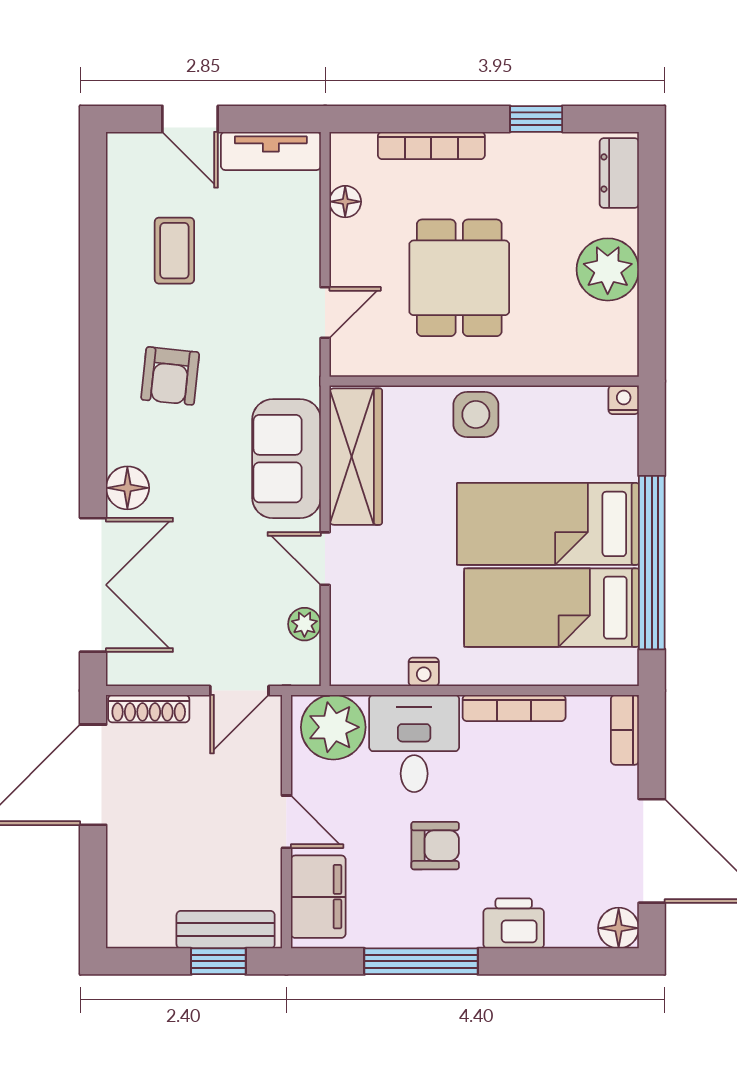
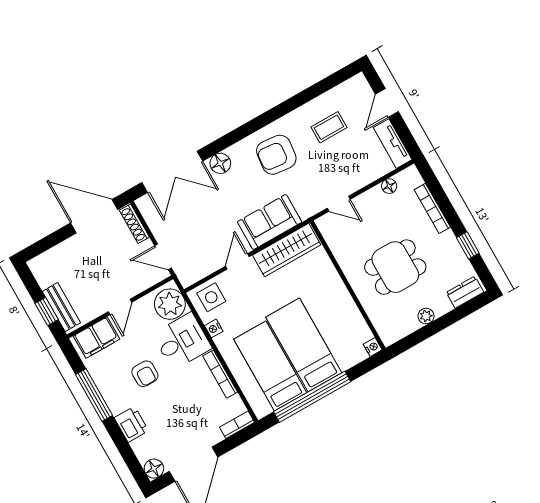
plant: (608, 269) -> (426, 316), width x0.53, depth x0.53
dining table: (459, 278) -> (395, 267), moved
armchair: (170, 376) -> (276, 155), width x1.38, depth x1.38
side table: (476, 415) -> (211, 297), moved
plant: (304, 624) -> (206, 268), removed

